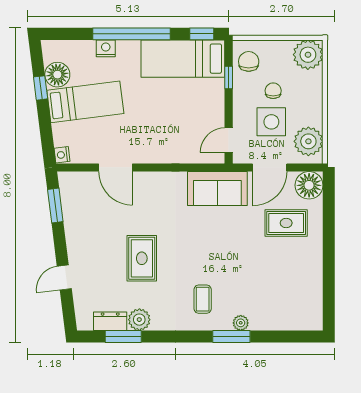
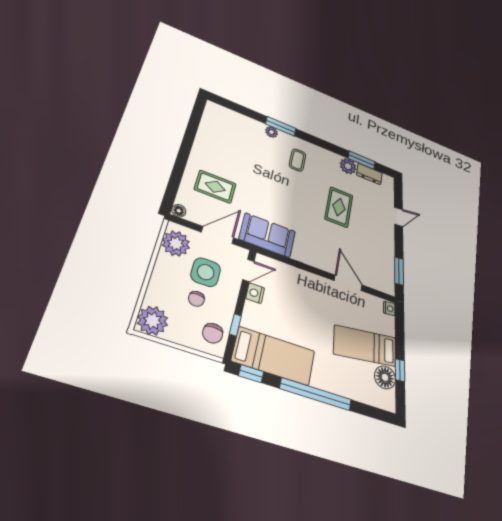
nightstand: (106, 48) -> (255, 293), moved, turned 90
floor lamp: (309, 185) -> (179, 211), width x0.53, depth x0.53

